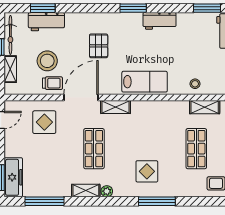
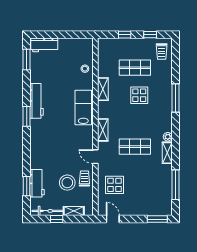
workbench: (160, 21) -> (36, 101), width x1.38
pallet: (99, 46) -> (56, 143), removed
door: (81, 97) -> (95, 157), width x0.53
shelving: (205, 107) -> (103, 89), moved
display table: (147, 171) -> (139, 95), moved
freezer: (13, 177) -> (157, 209), removed

